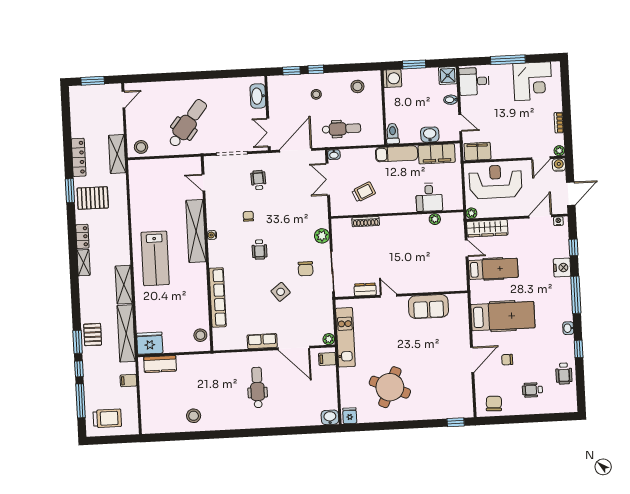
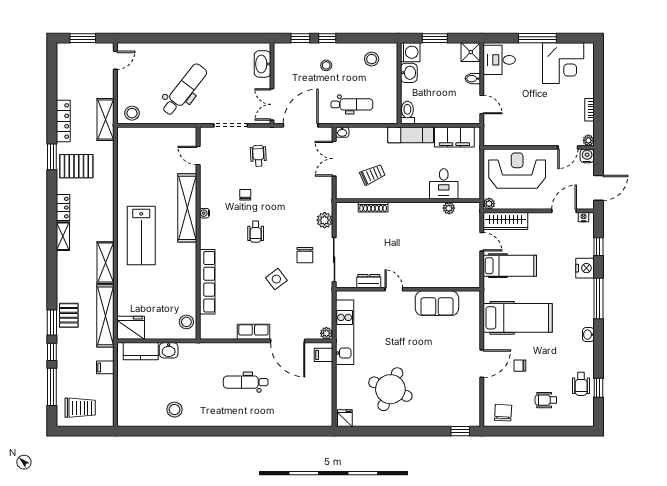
washbasin: (430, 135) -> (409, 73), moved, turned 90
filing cabinet: (477, 151) -> (499, 137), removed
window: (579, 349) -> (598, 388), moved
dental chair: (257, 387) -> (246, 382), turned -90
washbasin: (330, 417) -> (169, 350), moved, turned 180

